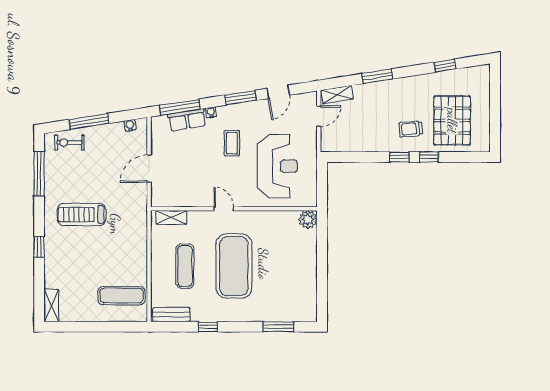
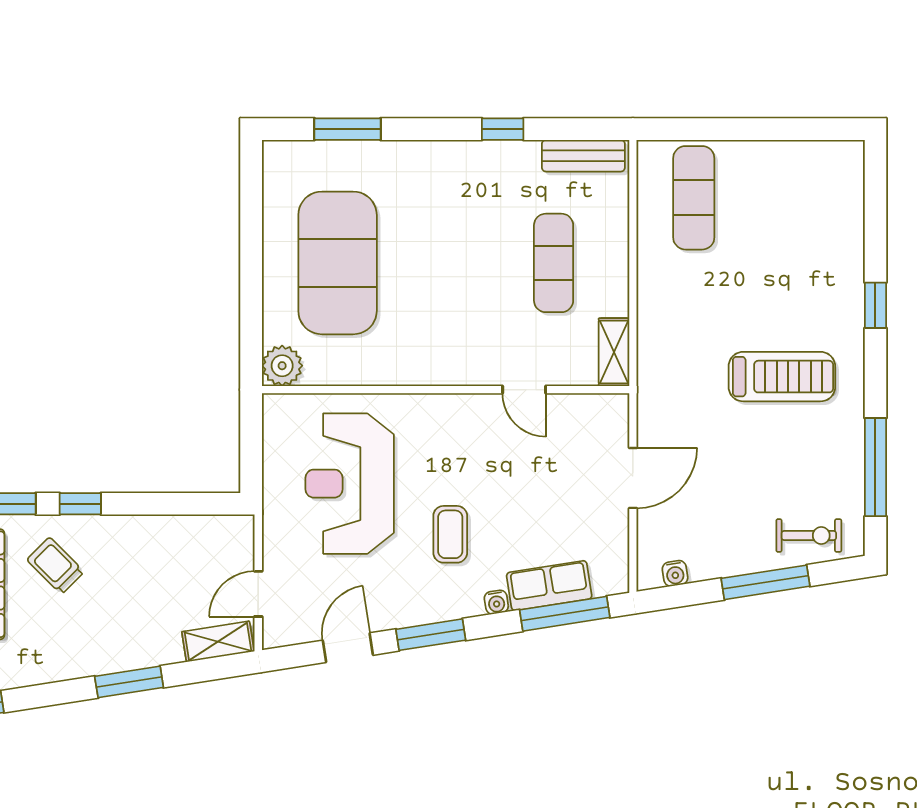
trolley: (411, 129) -> (55, 566), turned -129
door: (224, 209) -> (524, 390), moved
shelving: (171, 217) -> (614, 352), moved, turned 90
exercise mat: (234, 266) -> (338, 263), moved
exercise mat: (121, 296) -> (694, 198), turned 90
shelving: (51, 306) -> (849, 176), removed

